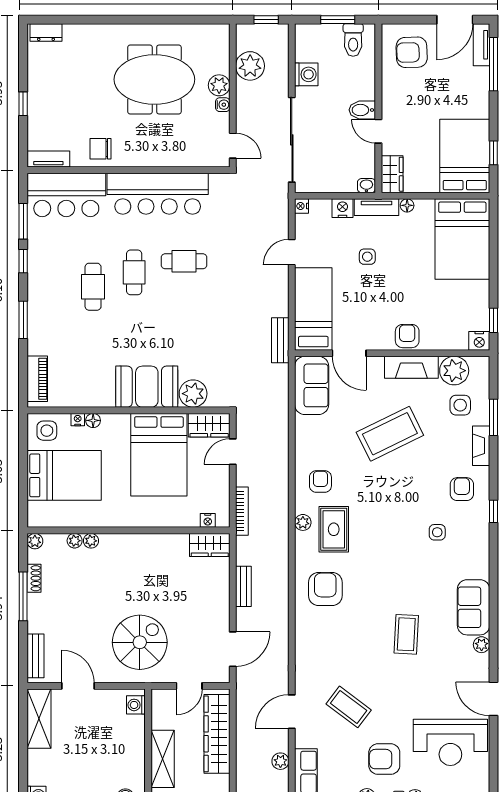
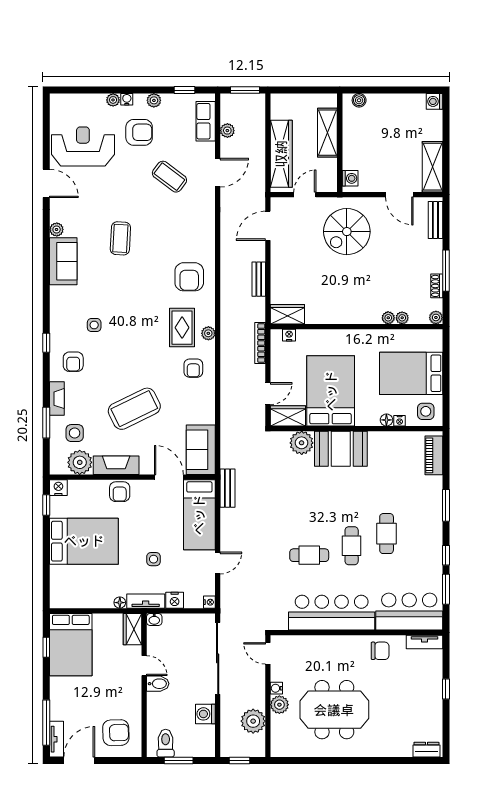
bed: (462, 239) -> (84, 541), moved, turned 90

